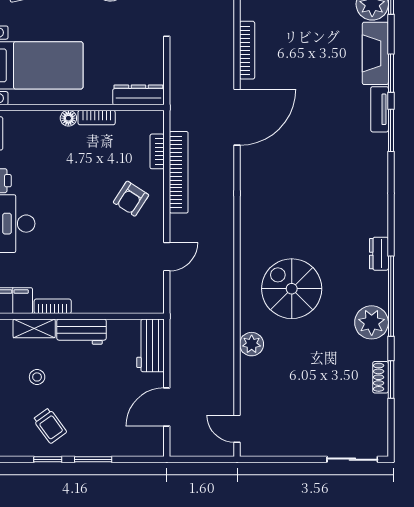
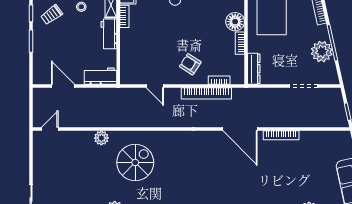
floor lamp: (68, 118) -> (235, 22), width x1.89, depth x1.89

